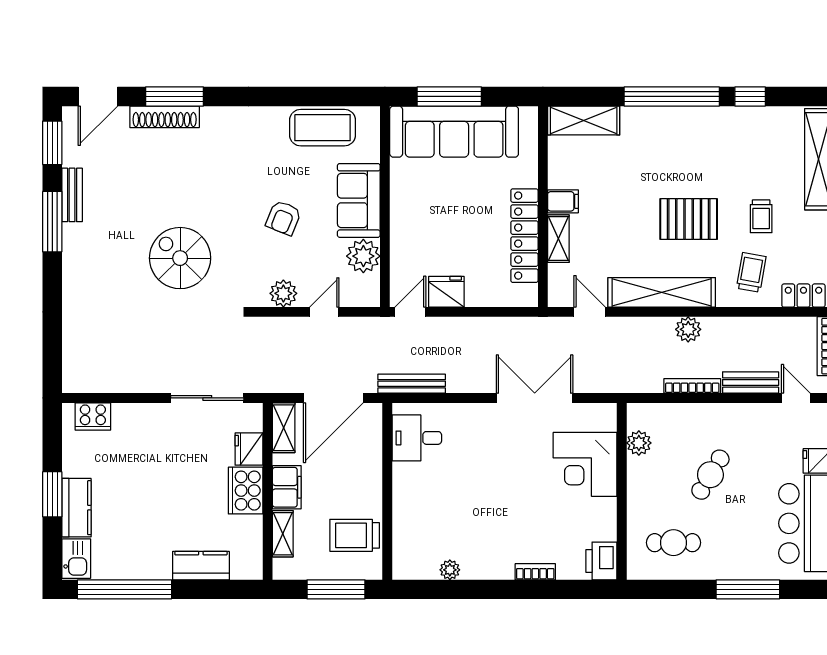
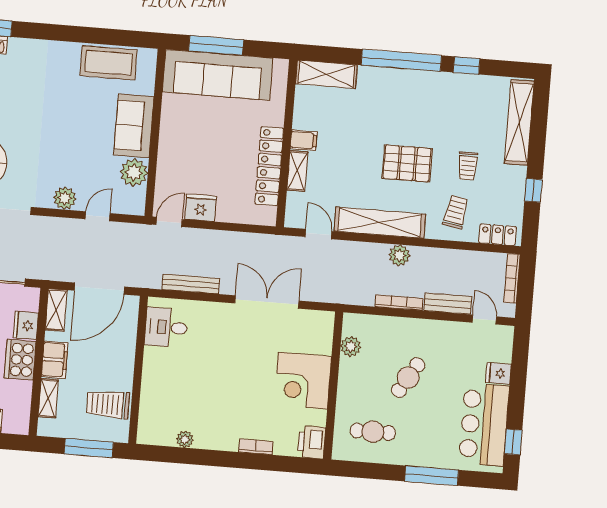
armchair: (283, 218) -> (70, 135), removed
bench: (412, 384) -> (191, 284), moved
corner desk: (585, 464) -> (303, 381), moved

